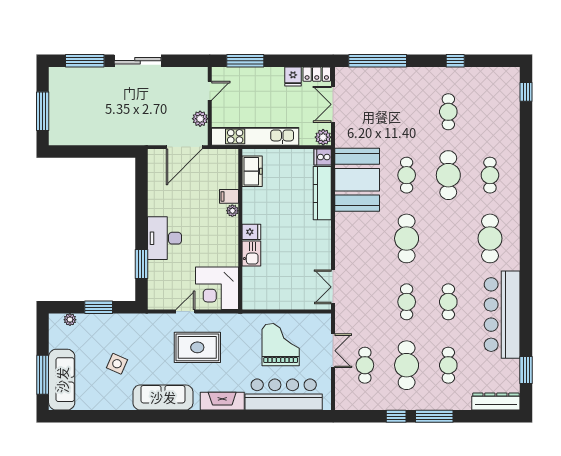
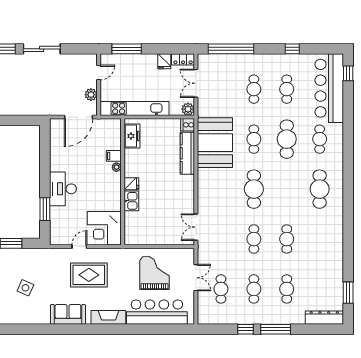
cafe table: (407, 112) -> (254, 89), added
bar counter: (502, 315) -> (329, 88), moved
cafe table: (407, 365) -> (254, 289), width x0.73, depth x0.74
sofa: (163, 397) -> (68, 314), width x0.73

